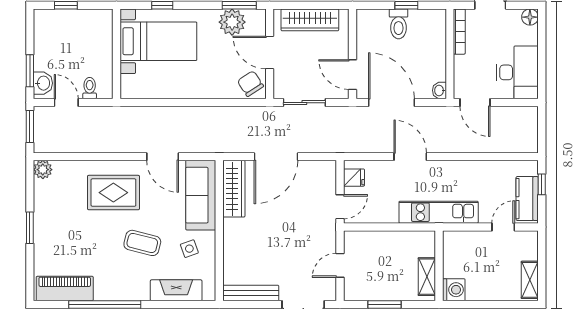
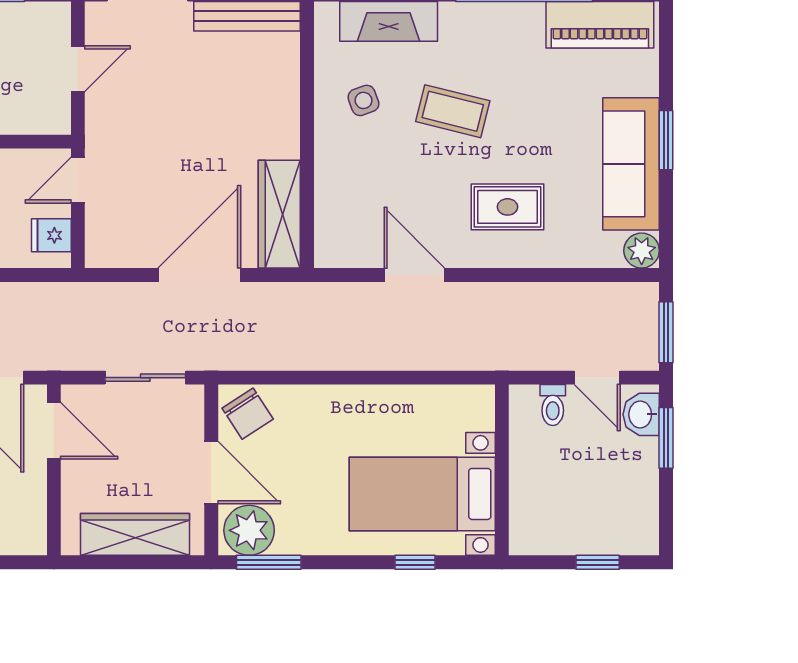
plant: (232, 22) -> (249, 530), moved
rug: (113, 193) -> (507, 207), width x0.73, depth x0.70
sofa: (201, 195) -> (631, 164), moved, turned 180

